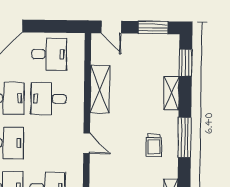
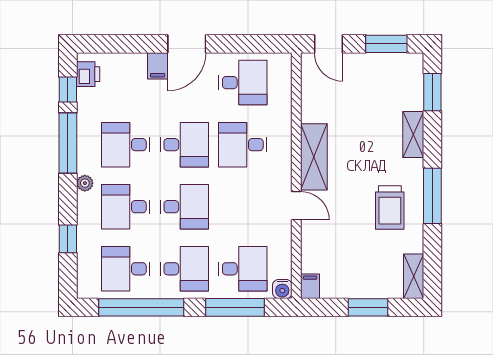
shelving: (100, 89) -> (314, 157), moved
trolley: (154, 145) -> (390, 208), width x1.36, depth x1.39

